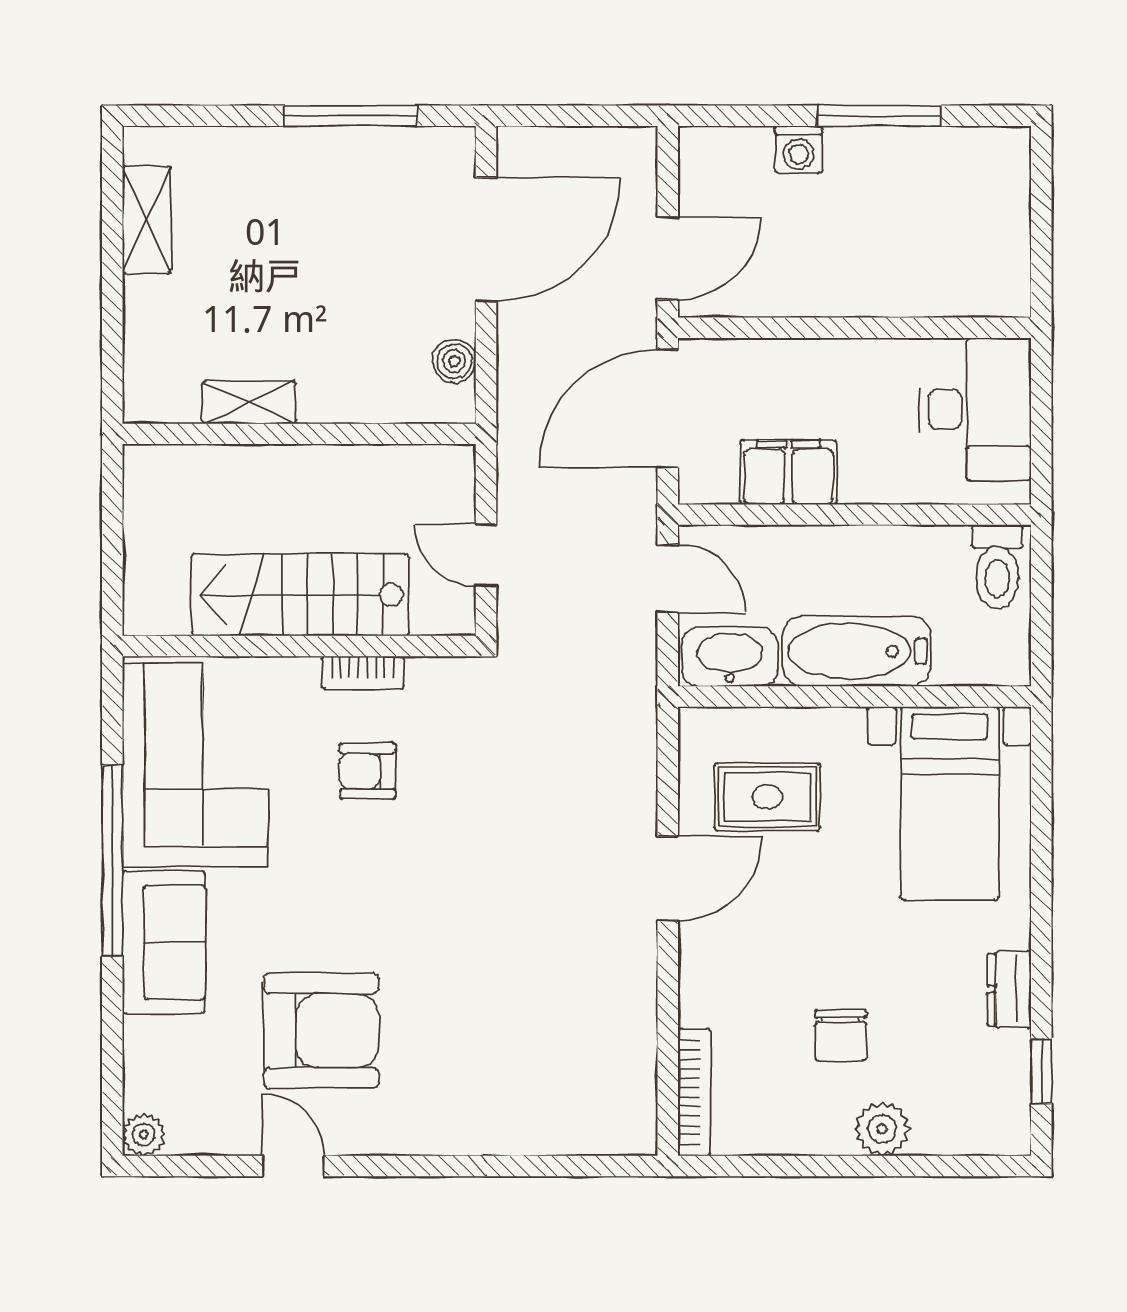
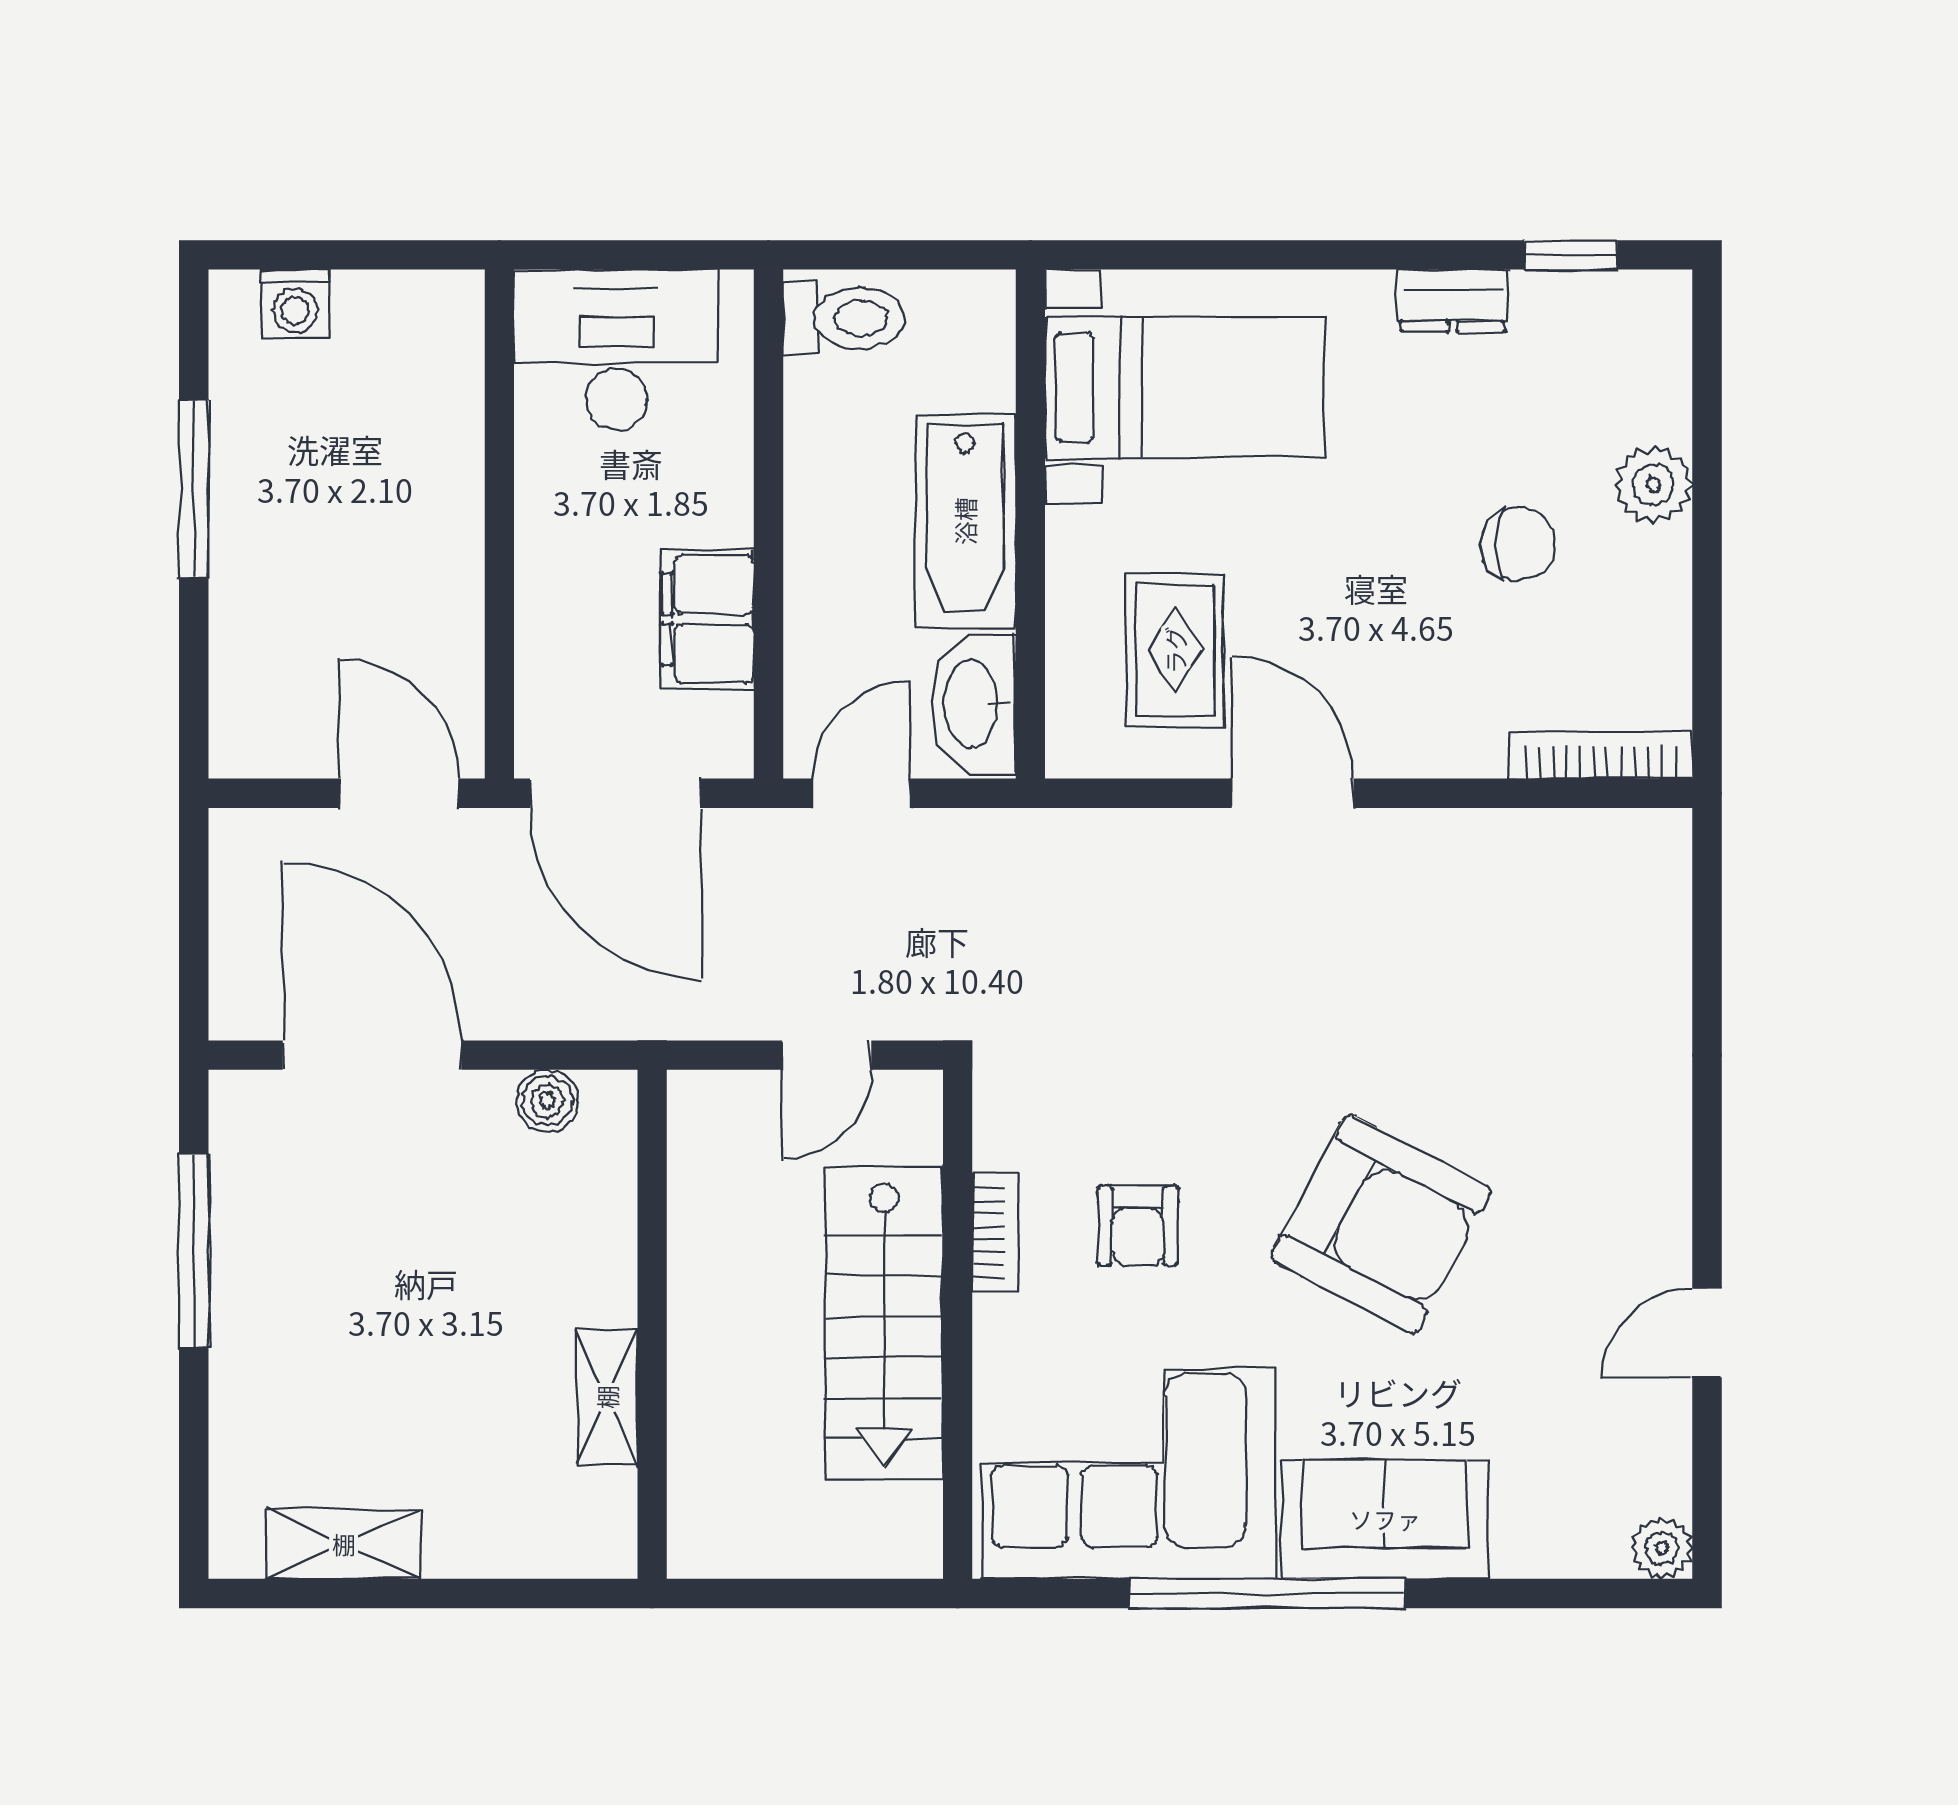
washing machine: (799, 150) -> (295, 304), moved, turned 90
armchair: (321, 1031) -> (1381, 1224), moved, turned 118

